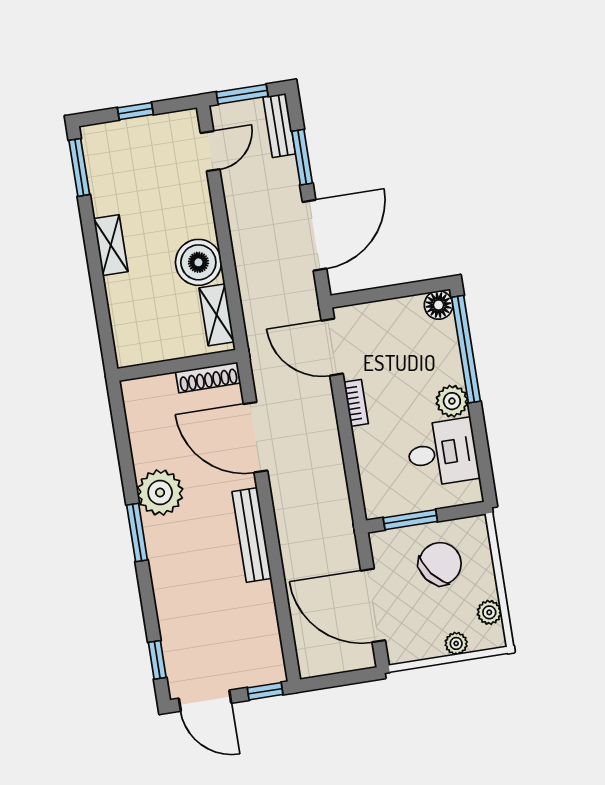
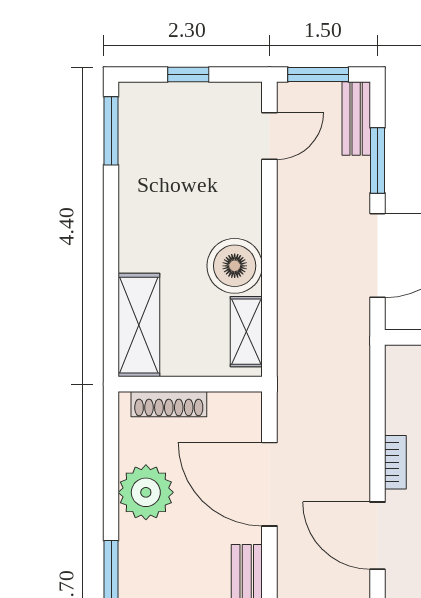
shelving: (111, 245) -> (139, 325), moved, width x1.50, depth x1.33
door: (332, 347) -> (377, 536), moved
shoe rack: (208, 377) -> (169, 404), moved
plant: (160, 493) -> (146, 492), moved

